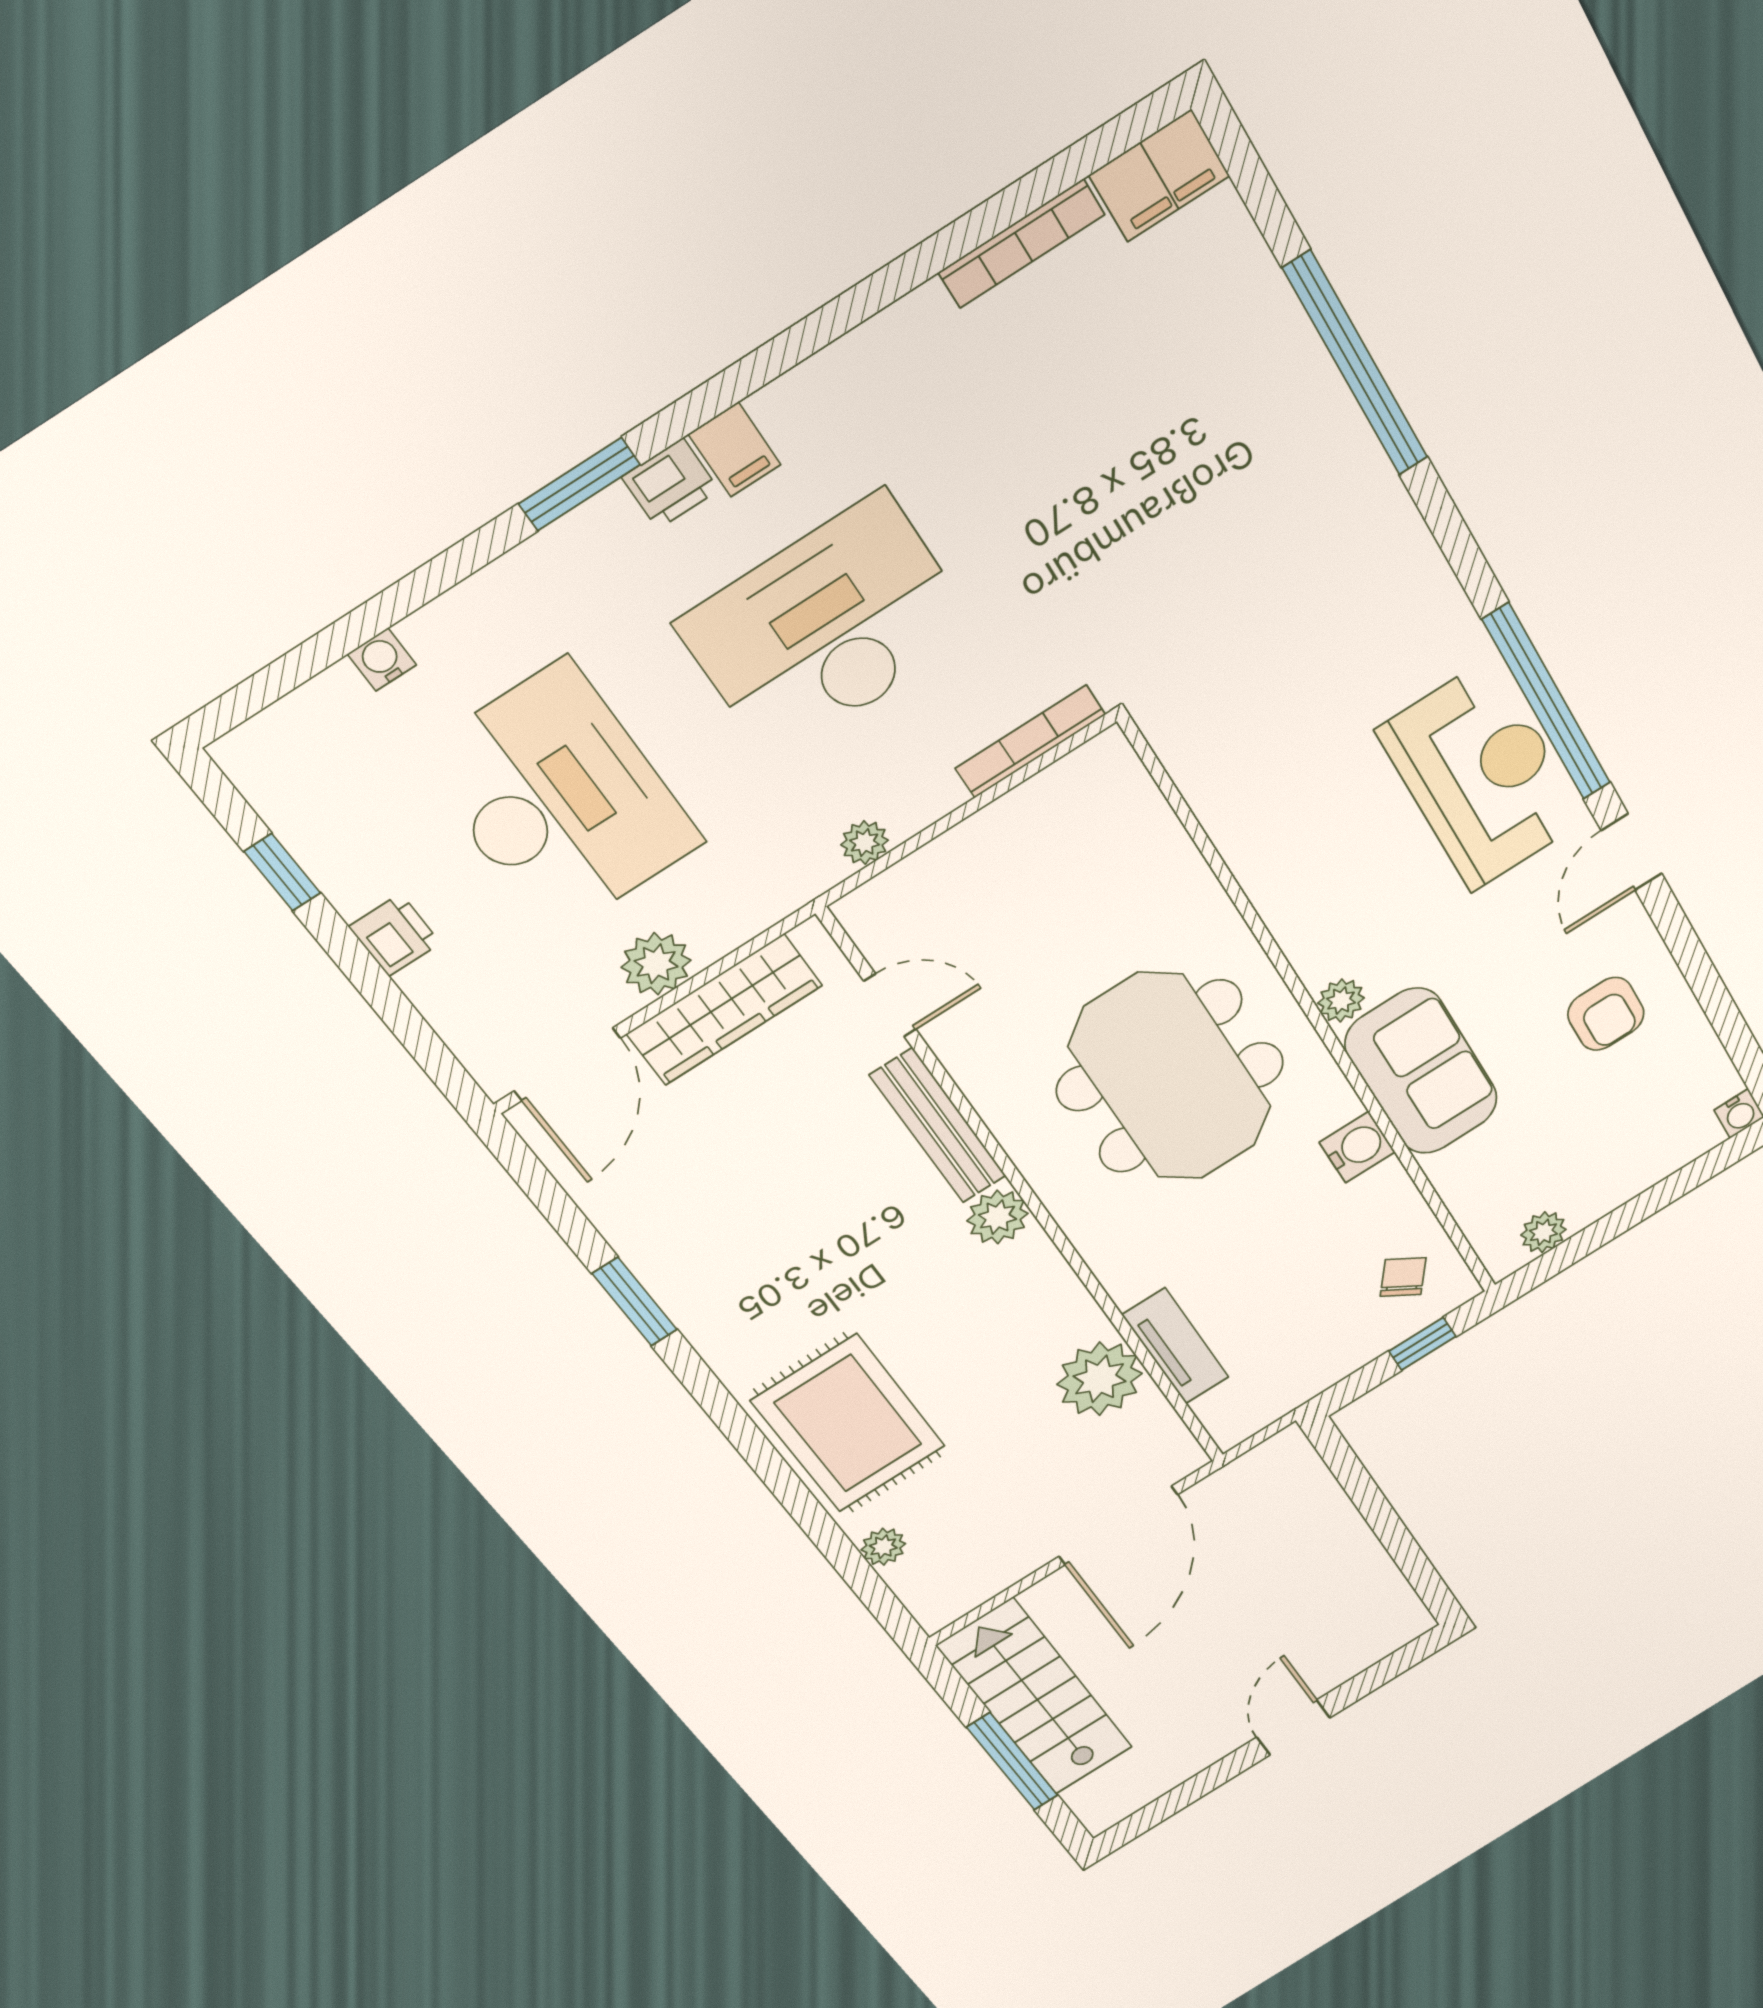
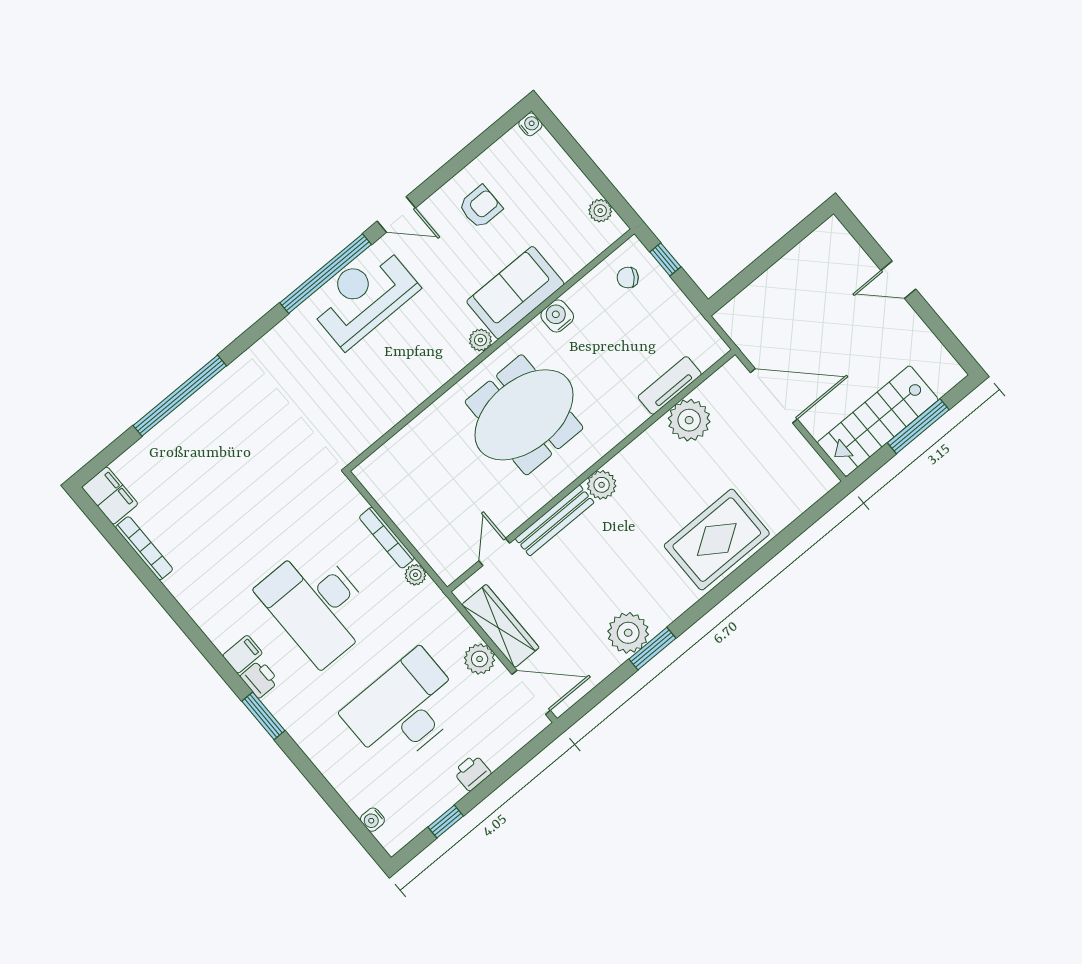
water cooler: (382, 659) -> (372, 820), moved
bookcase: (1030, 741) -> (387, 538), moved
plant: (883, 1547) -> (628, 633), moved, width x1.87, depth x1.87

